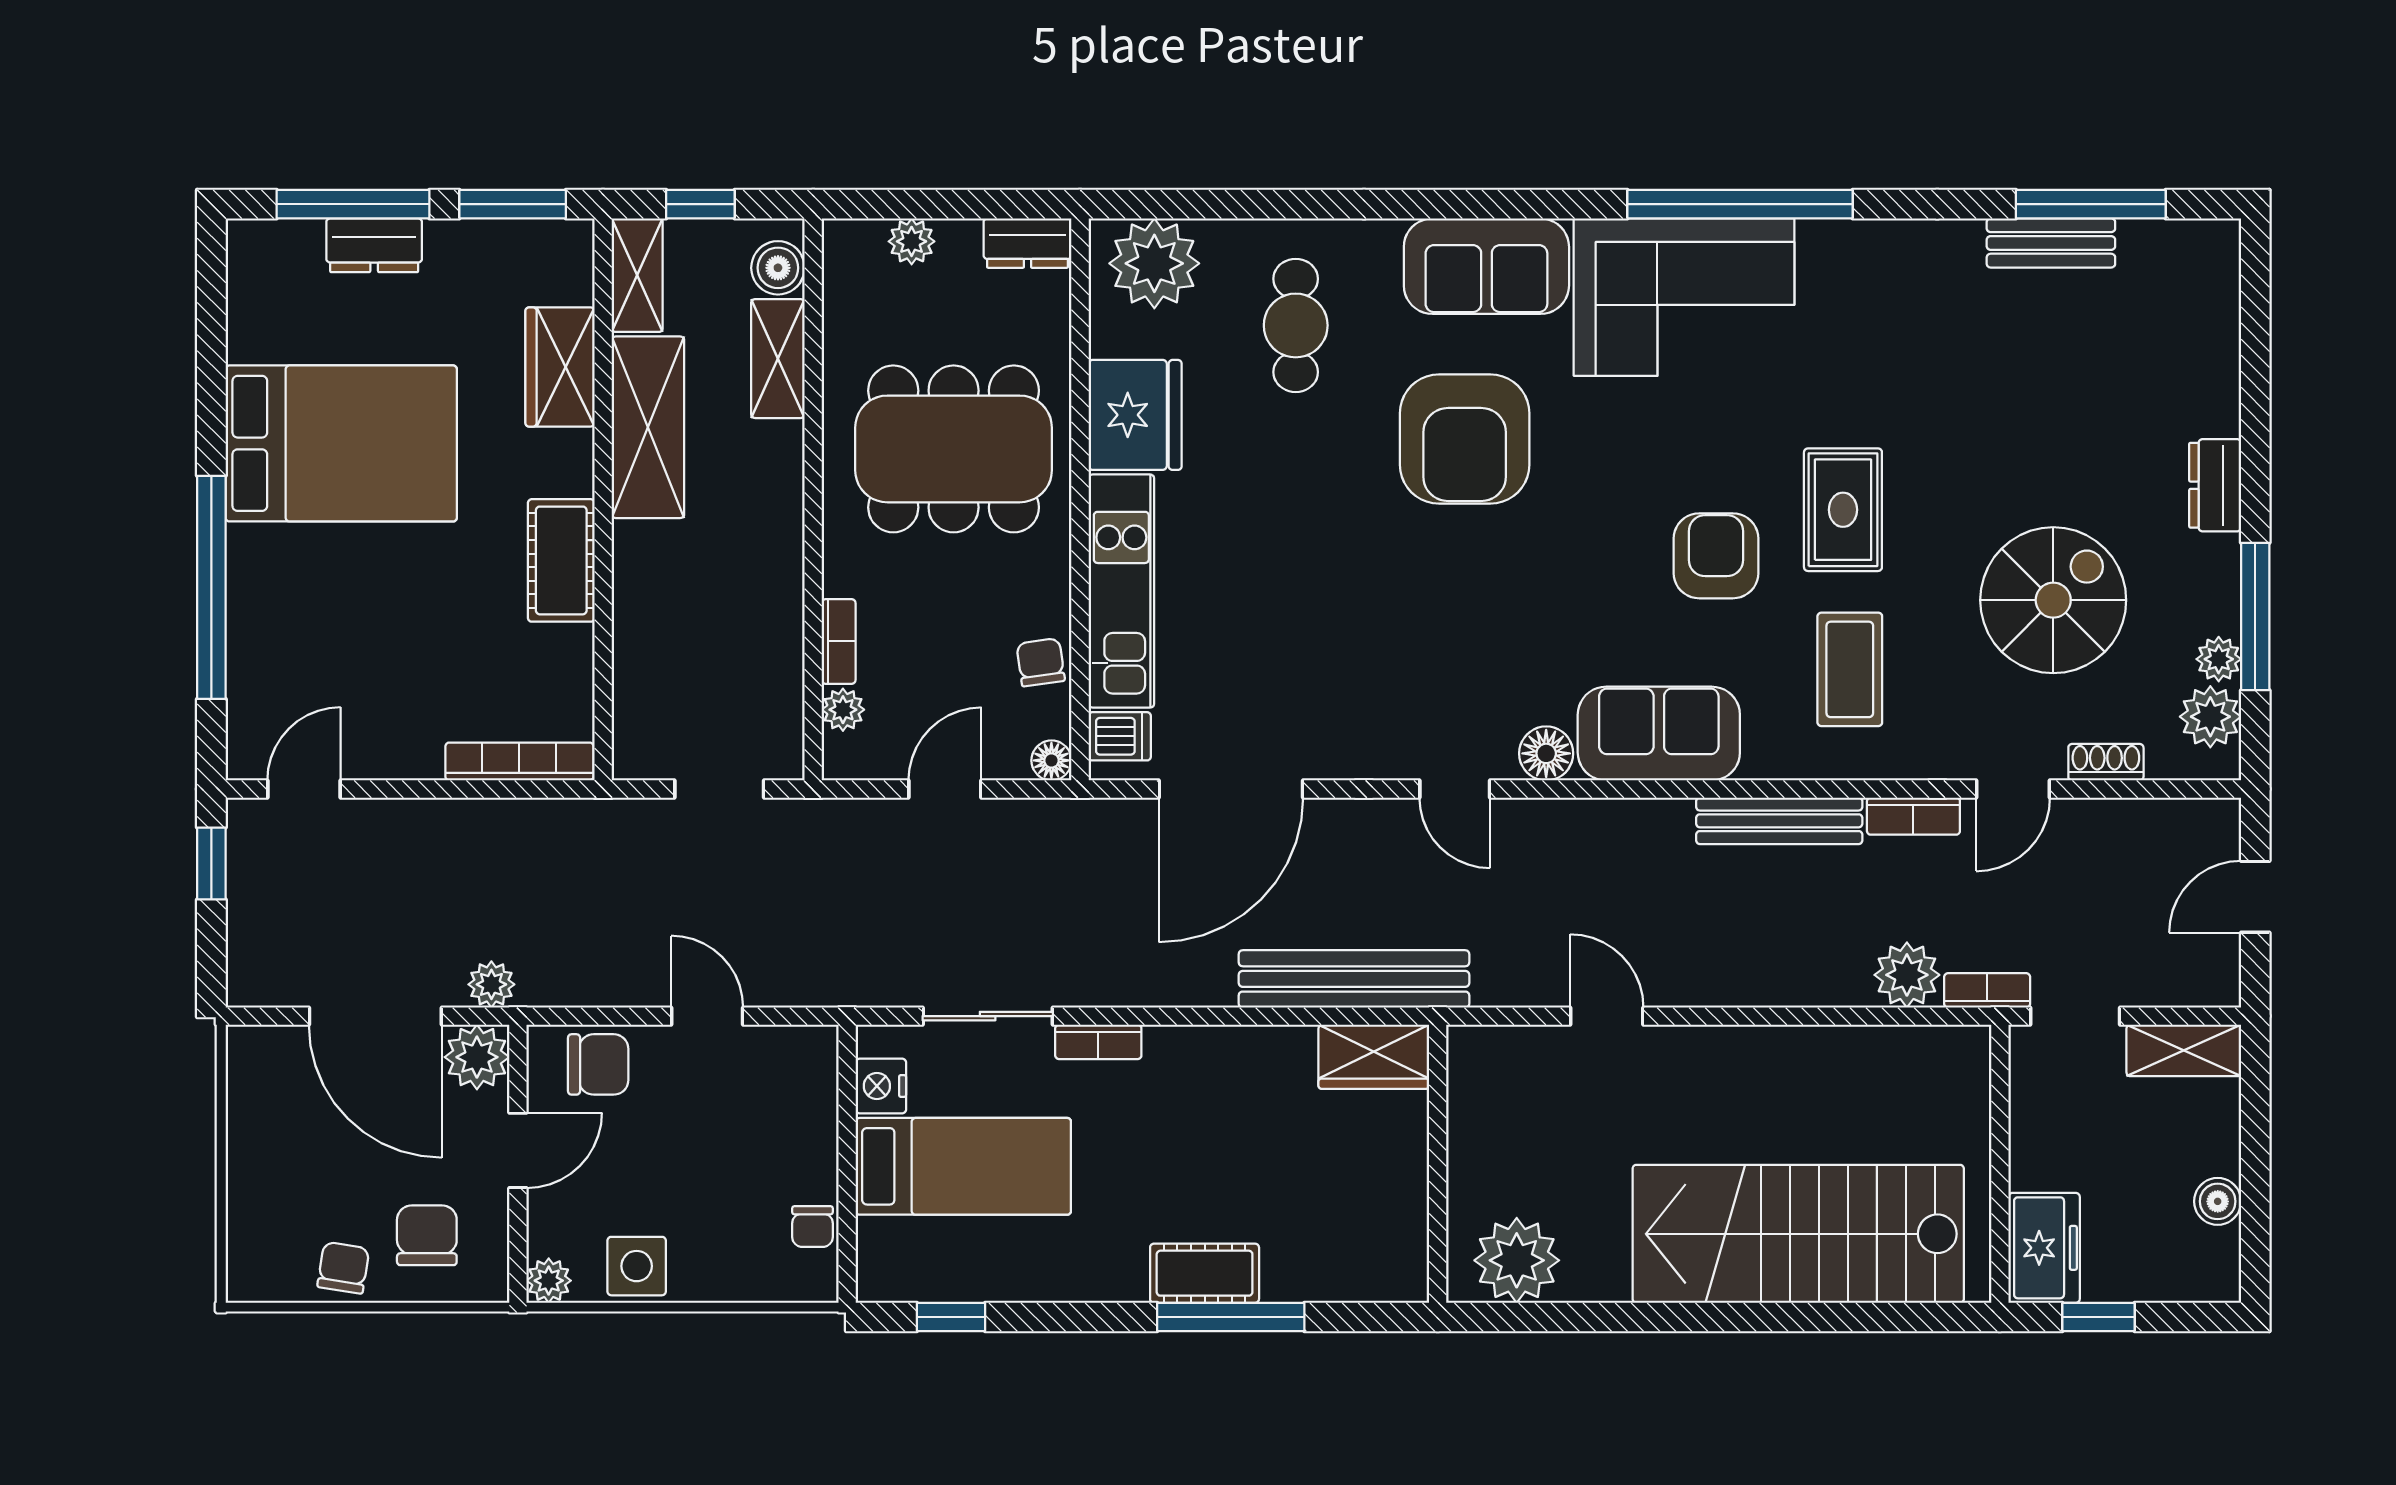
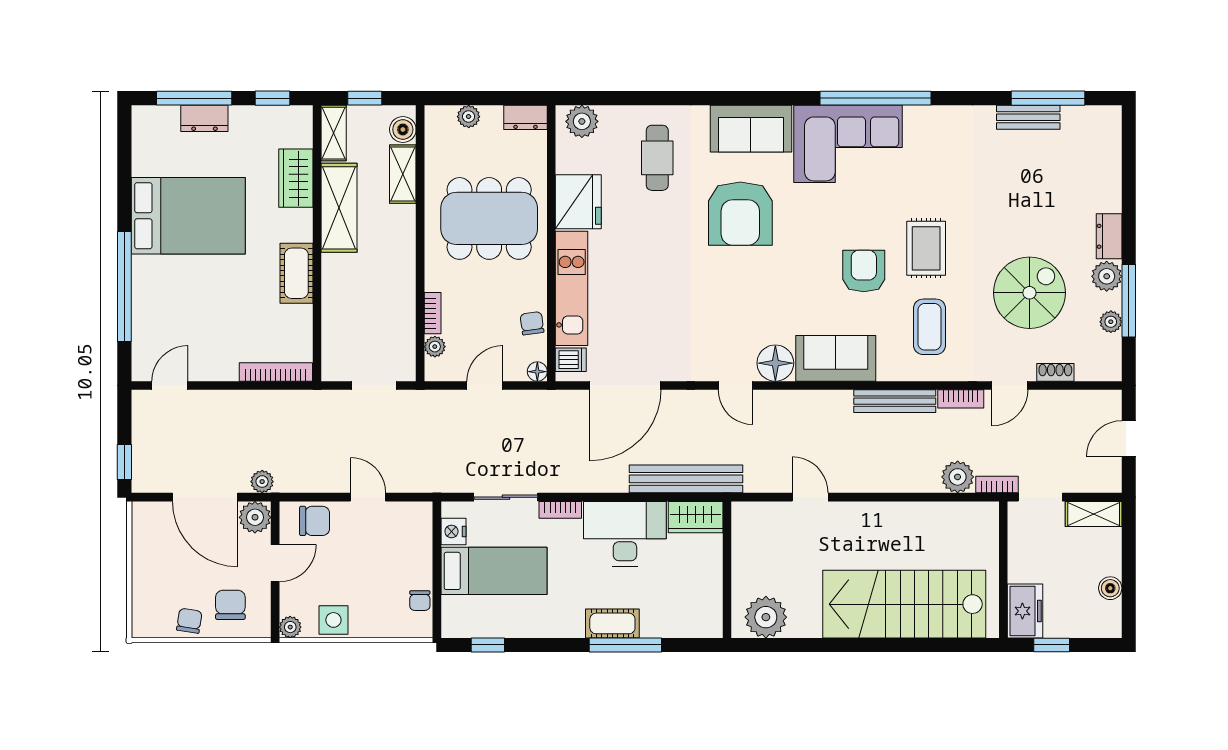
window: (513, 204) -> (272, 98), width x0.67
plant: (1154, 263) -> (582, 121), width x0.73, depth x0.73
plant: (2210, 717) -> (1107, 276), moved
floor lamp: (1546, 753) -> (775, 363), width x1.38, depth x1.38
window: (211, 863) -> (124, 462), moved
desk: (1230, 1091) -> (625, 534), added

